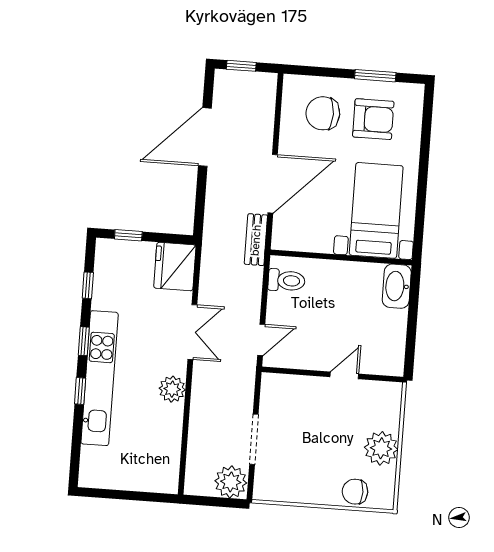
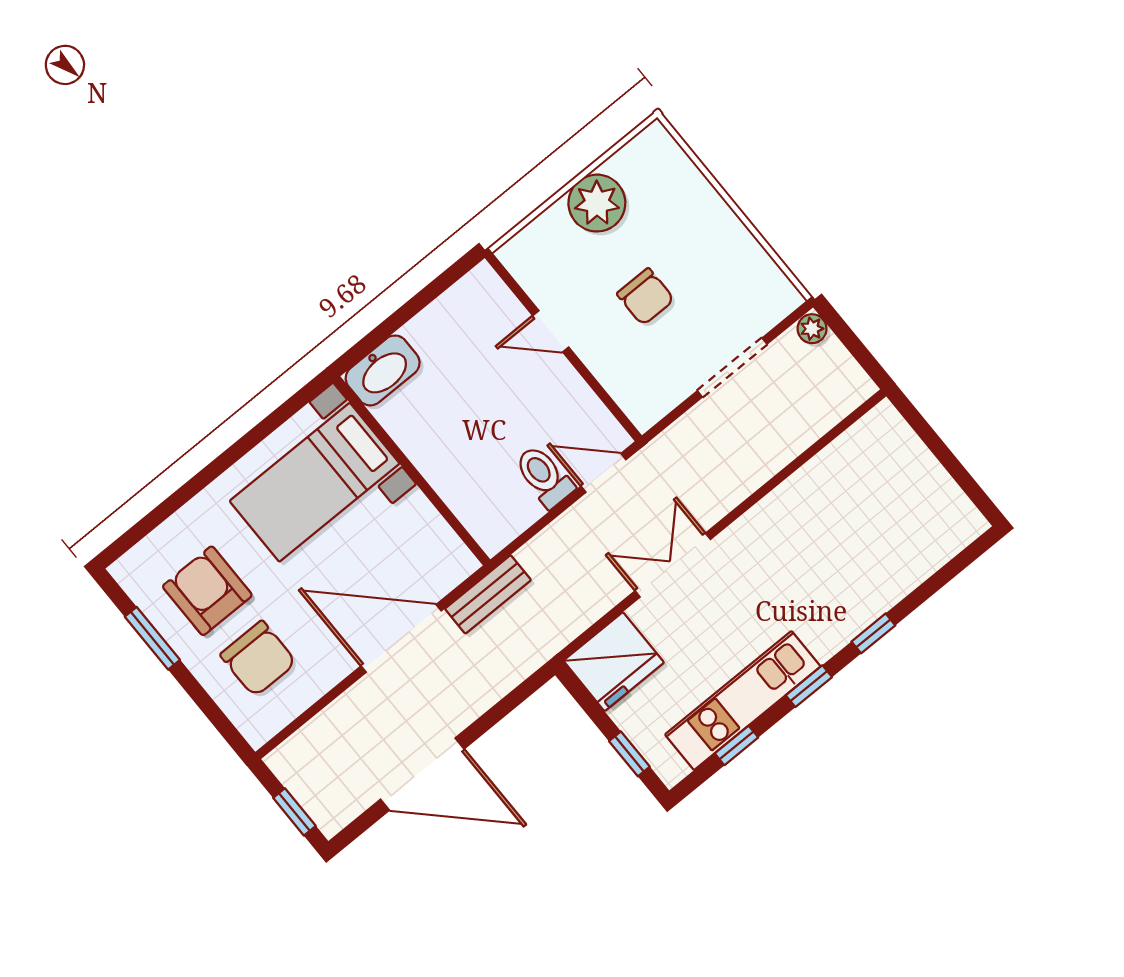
toilet: (286, 280) -> (544, 476), moved
kitchen unit: (100, 378) -> (743, 701), moved, width x0.73
plant: (172, 389) -> (765, 524), removed
plant: (231, 482) -> (812, 329), width x0.53, depth x0.53
chair: (355, 492) -> (646, 297), moved

